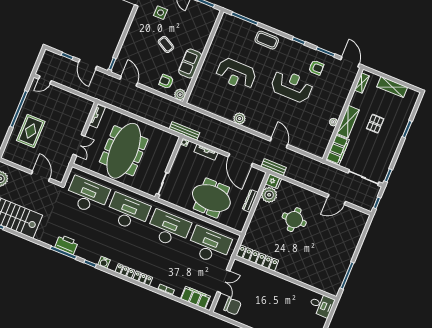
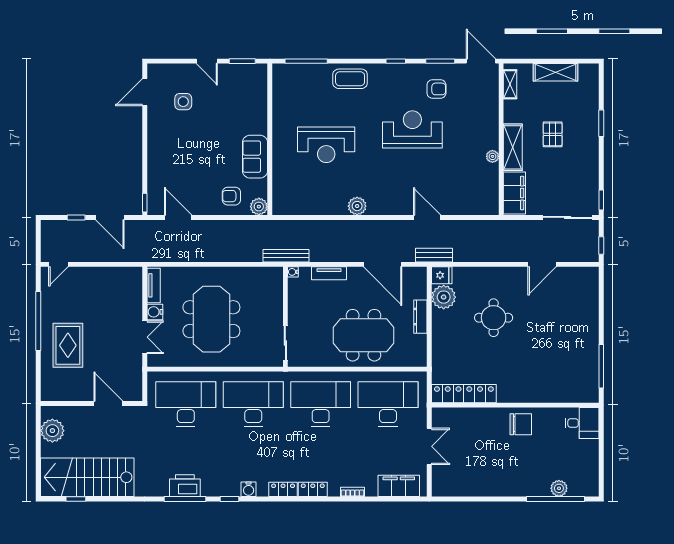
coffee table: (166, 44) -> (210, 144), removed
water cooler: (91, 132) -> (155, 312), added
meeting table: (124, 151) -> (211, 319), width x0.73
chair: (233, 306) -> (521, 424), moved

